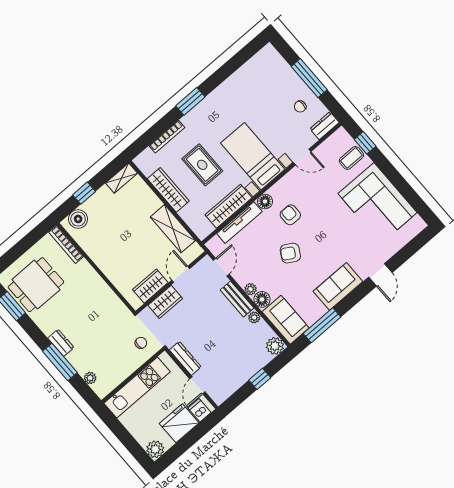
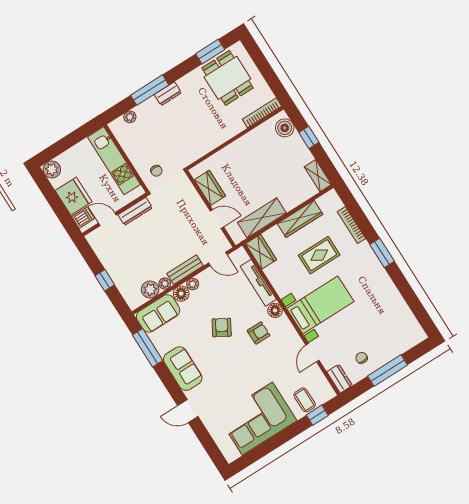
wardrobe: (228, 206) -> (261, 252), moved, width x0.67
wardrobe: (165, 302) -> (192, 200), removed
plant: (275, 346) -> (150, 290), moved

